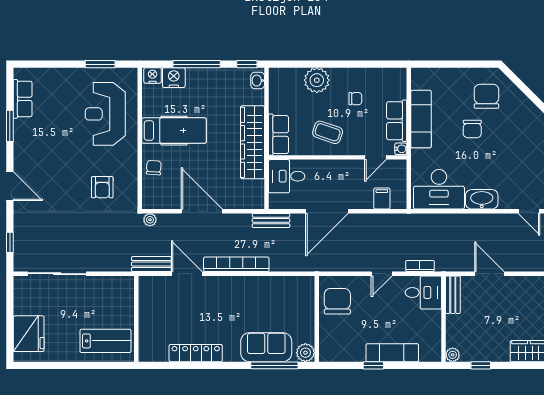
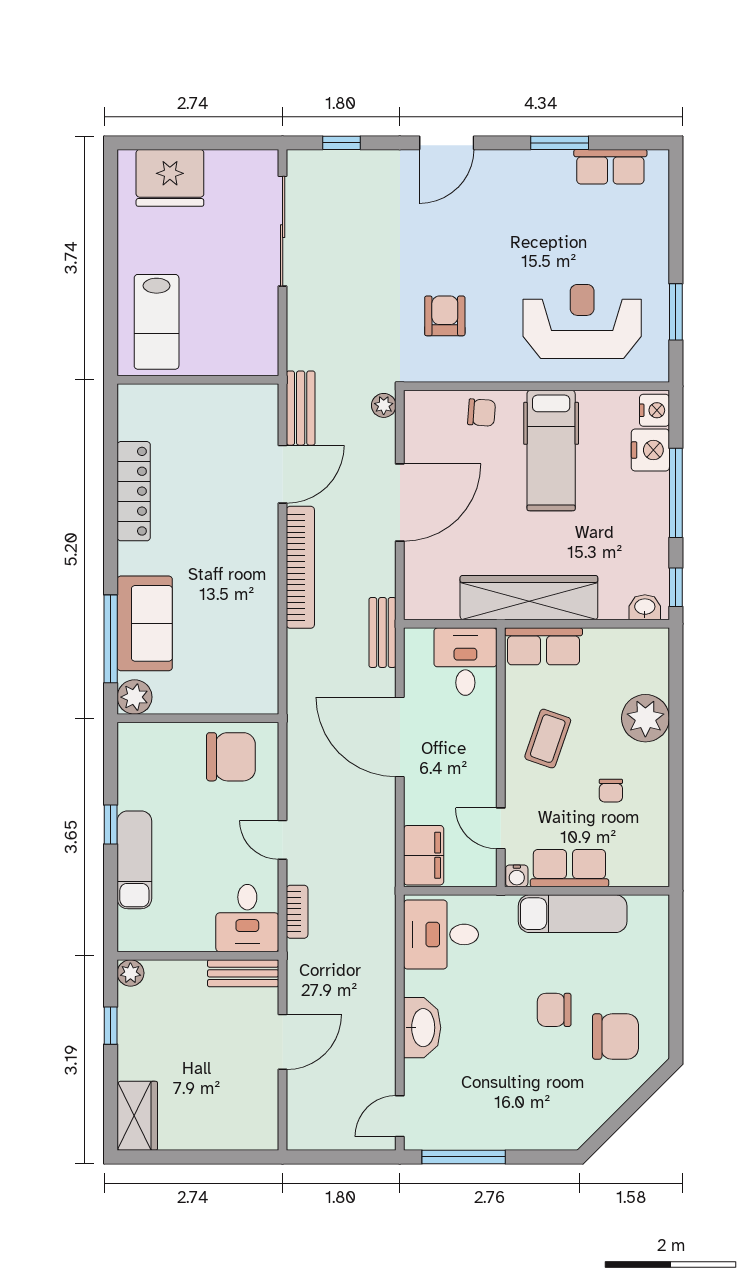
armchair: (102, 187) -> (445, 316), turned 90
desk: (439, 189) -> (441, 934), width x0.73
filing cabinet: (382, 198) -> (424, 855), width x2.00

